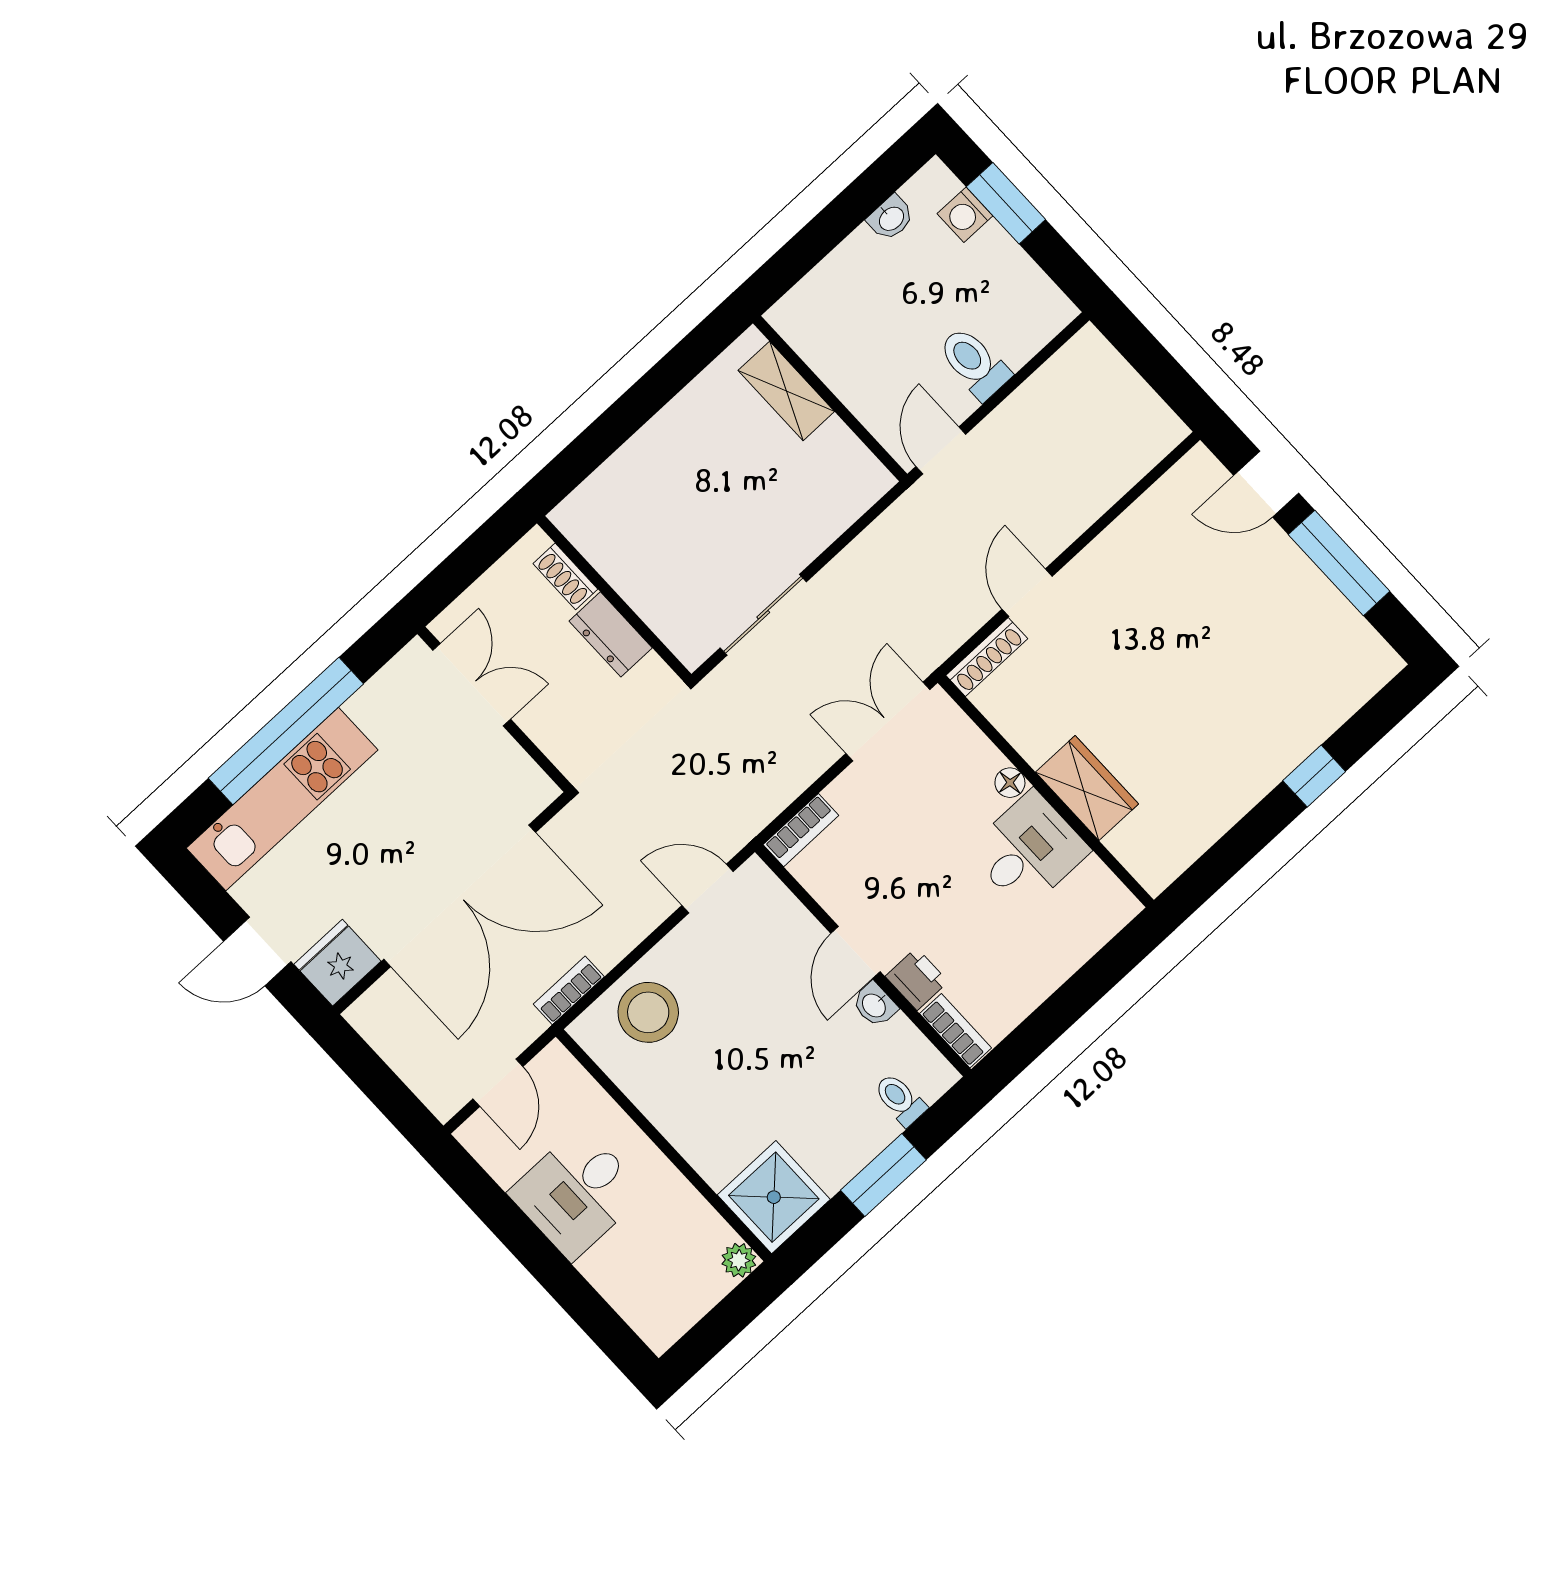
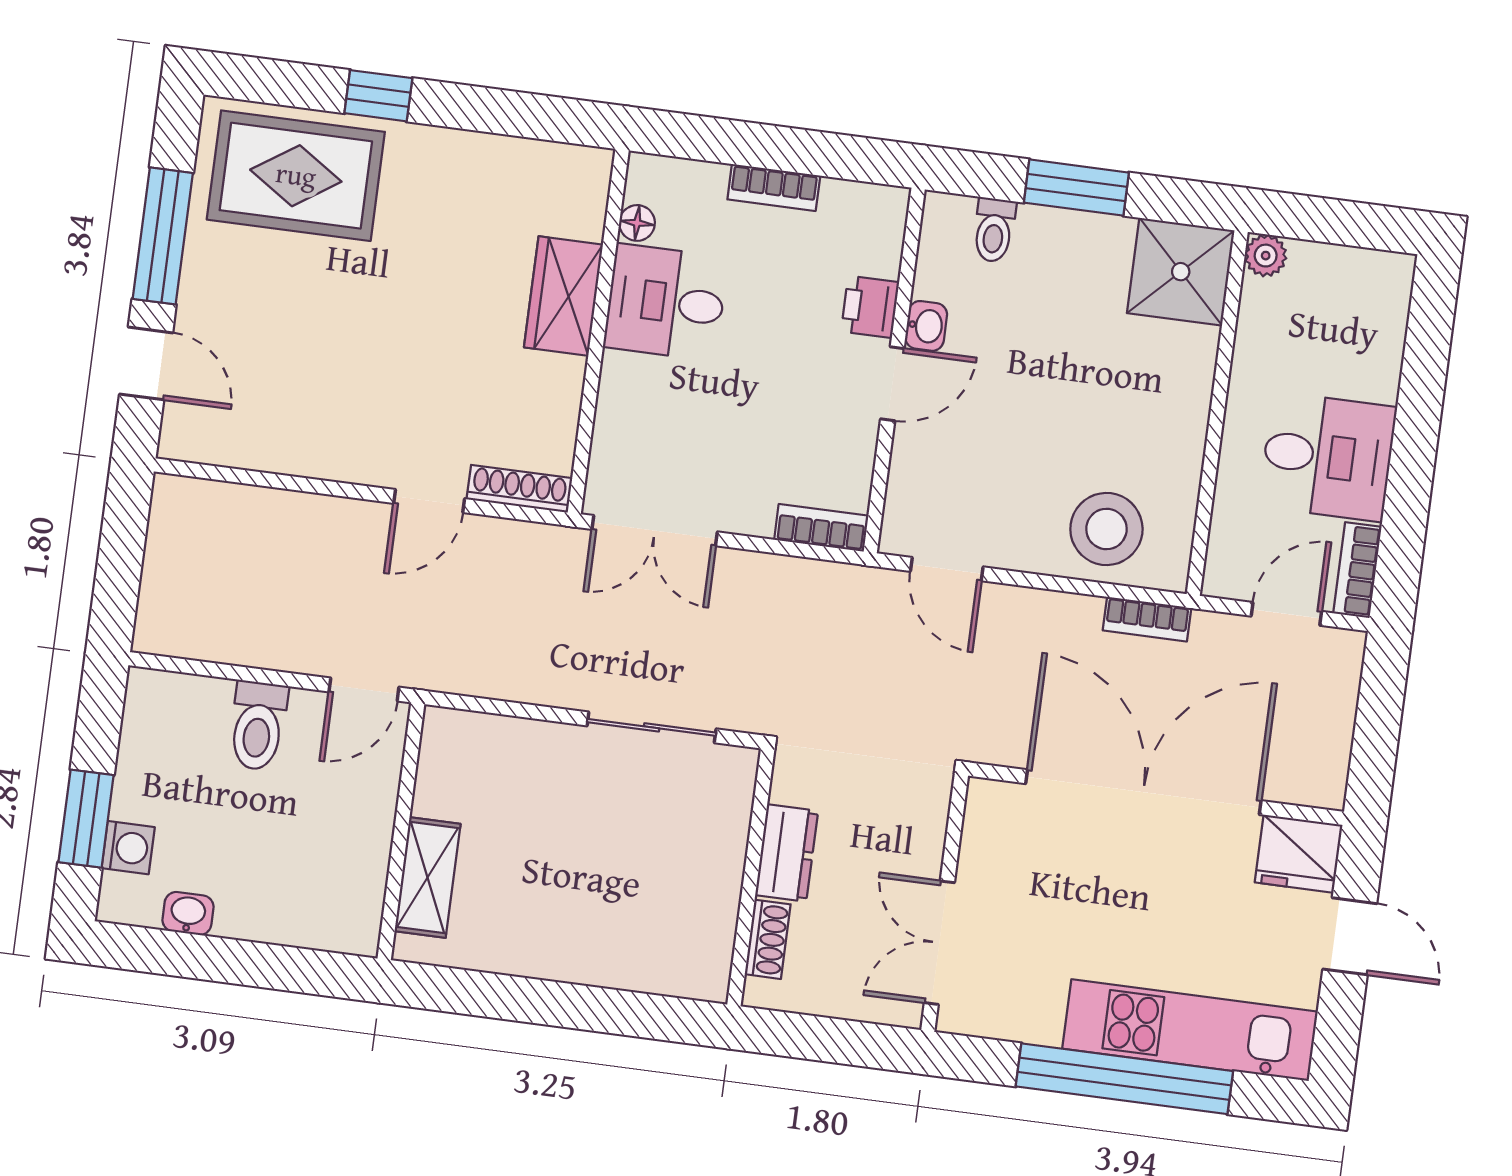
rug: (1307, 680) -> (296, 176), added
floor lamp: (1010, 783) -> (637, 223), moved
bookcase: (956, 1031) -> (774, 188), moved, turned -90
bookcase: (488, 1152) -> (1357, 570), added

